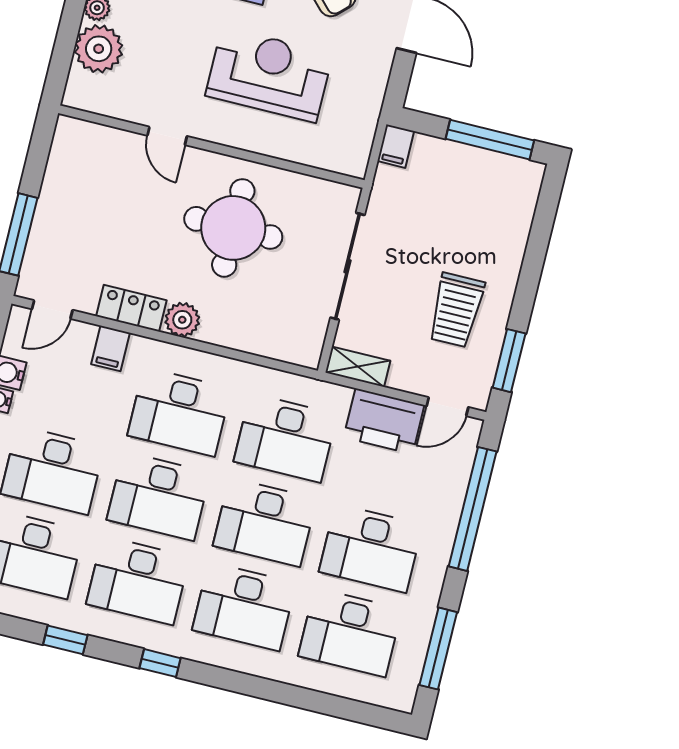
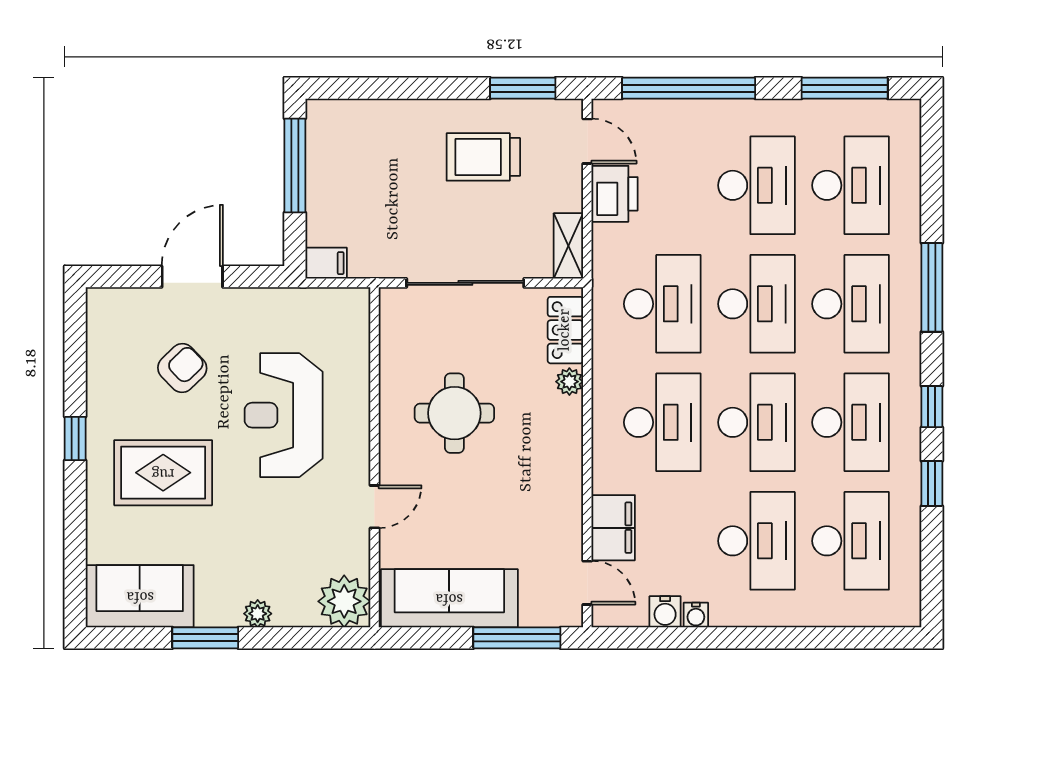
plant: (99, 49) -> (344, 601), moved
sofa: (69, 183) -> (449, 598), added
round table: (233, 228) -> (454, 413), width x0.73, depth x0.73
locker: (131, 308) -> (565, 330), moved
trolley: (456, 310) -> (483, 157), turned 180
plant: (182, 320) -> (569, 382), moved, width x0.73, depth x0.73
filing cabinet: (110, 348) -> (613, 528), width x2.00
printer: (384, 421) -> (615, 194), width x0.73, depth x0.84
window: (160, 663) -> (932, 407), moved
window: (241, 683) -> (932, 287), added

